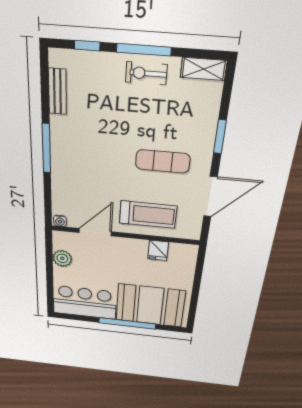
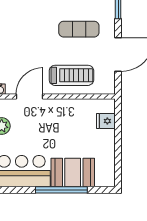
fridge: (158, 250) -> (106, 121), moved, turned 90
booth: (150, 306) -> (73, 172), width x0.73, depth x0.70

